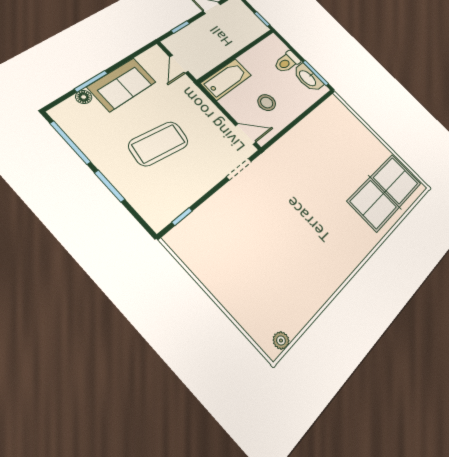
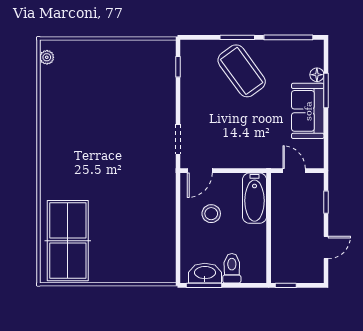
coffee table: (158, 144) -> (242, 71), moved, turned -45

